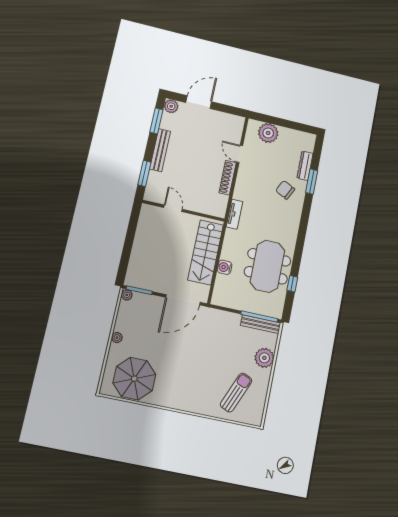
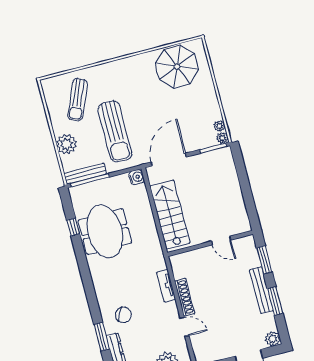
window: (156, 121) -> (275, 301), moved
tv unit: (234, 214) -> (166, 286), moved
water cooler: (225, 267) -> (137, 177), moved
plant: (117, 338) -> (219, 126), moved
sun lounger: (217, 348) -> (115, 131), added

